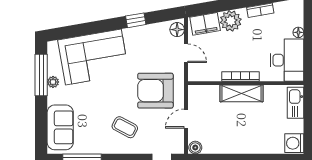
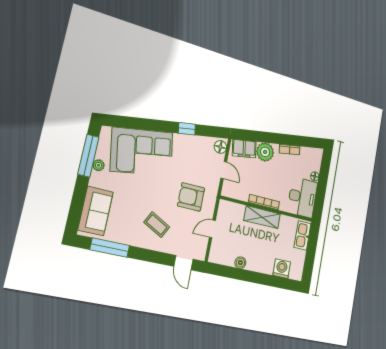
armchair: (155, 91) -> (191, 197), width x0.73, depth x0.73
washing machine: (294, 143) -> (282, 269), moved, turned 90
boiler: (195, 148) -> (240, 263), moved

